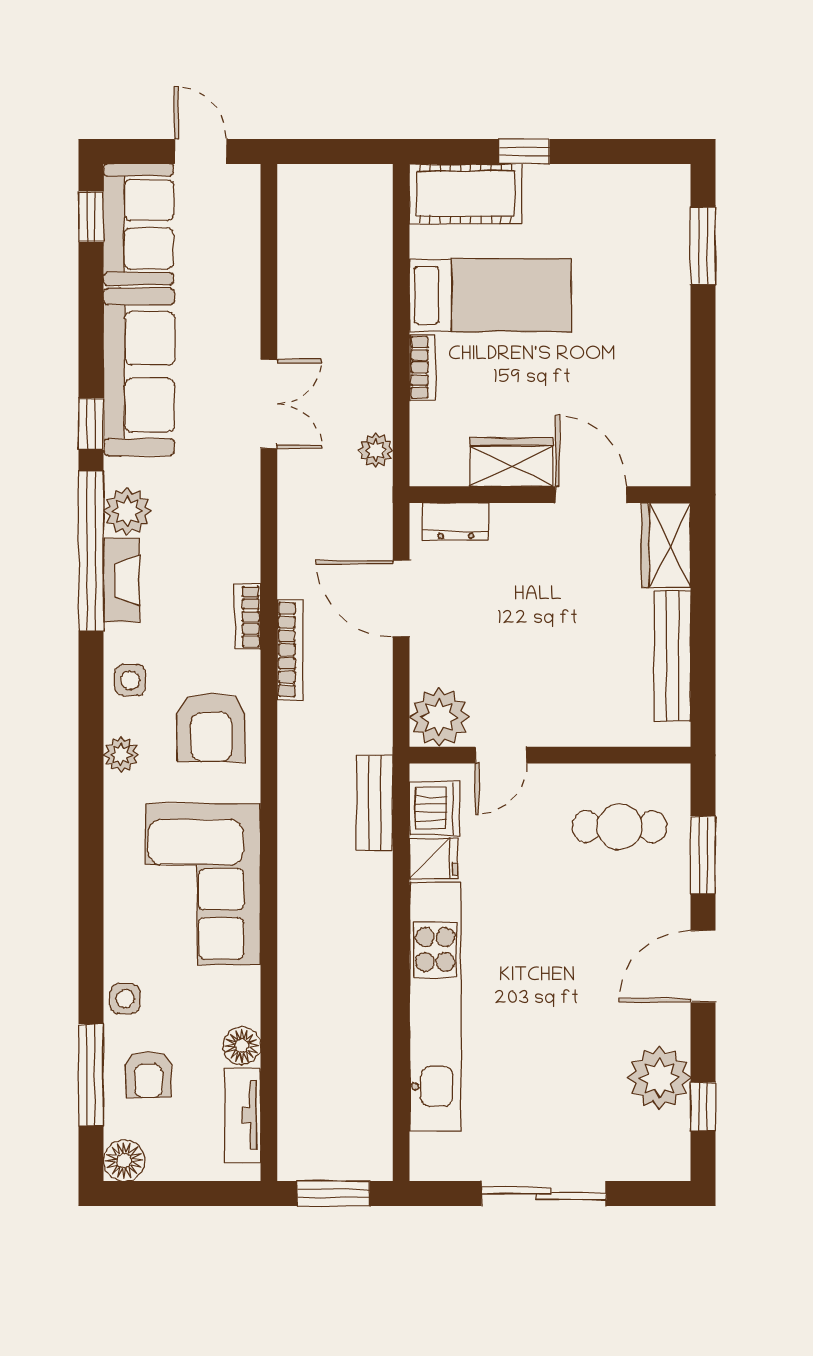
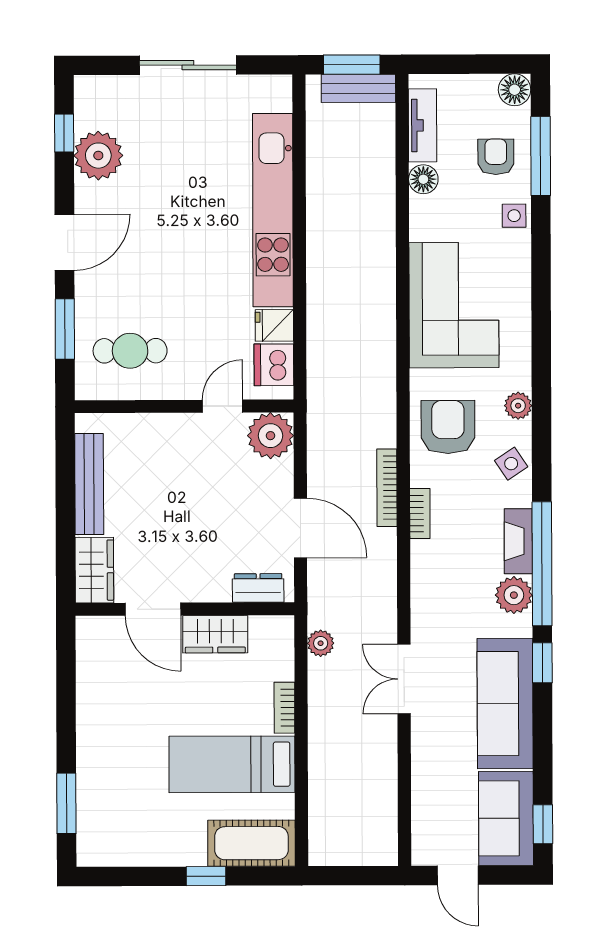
side table: (130, 680) -> (511, 464), turned -34
bench: (375, 803) -> (358, 88), moved, turned 90

